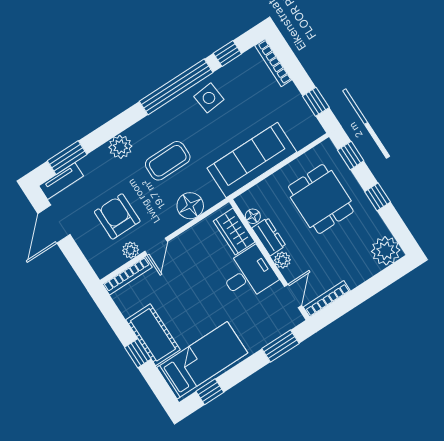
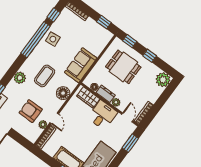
sofa: (252, 160) -> (81, 65), width x0.73

